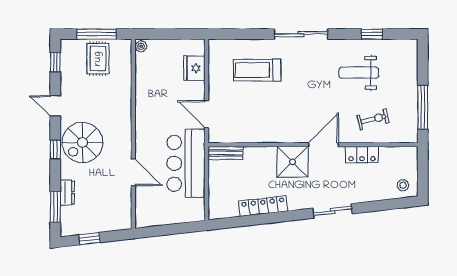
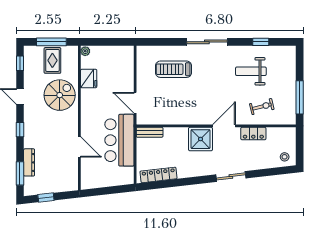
fridge: (194, 68) -> (89, 79), moved, turned 180
spiral stairs: (82, 142) -> (60, 95), moved, turned 180
dresser: (67, 193) -> (29, 162), width x1.44
locker: (263, 206) -> (159, 175), moved

